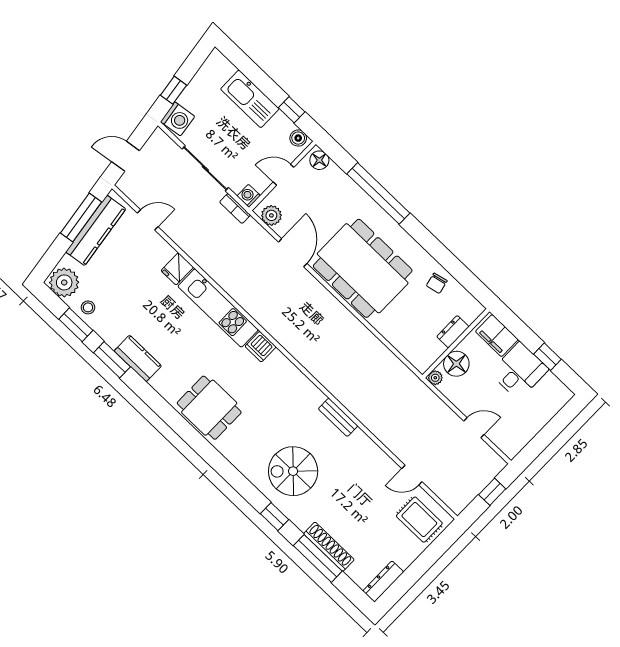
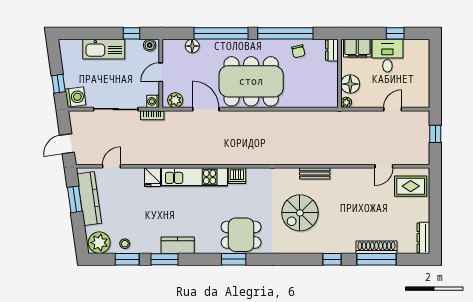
floor lamp: (319, 160) -> (192, 46), moved
window: (81, 217) -> (75, 199), width x0.69
window: (441, 254) -> (285, 33), added
dresser: (453, 332) -> (332, 50), moved
window: (179, 424) -> (234, 259), added
spiral stairs: (293, 471) -> (300, 213), moved

